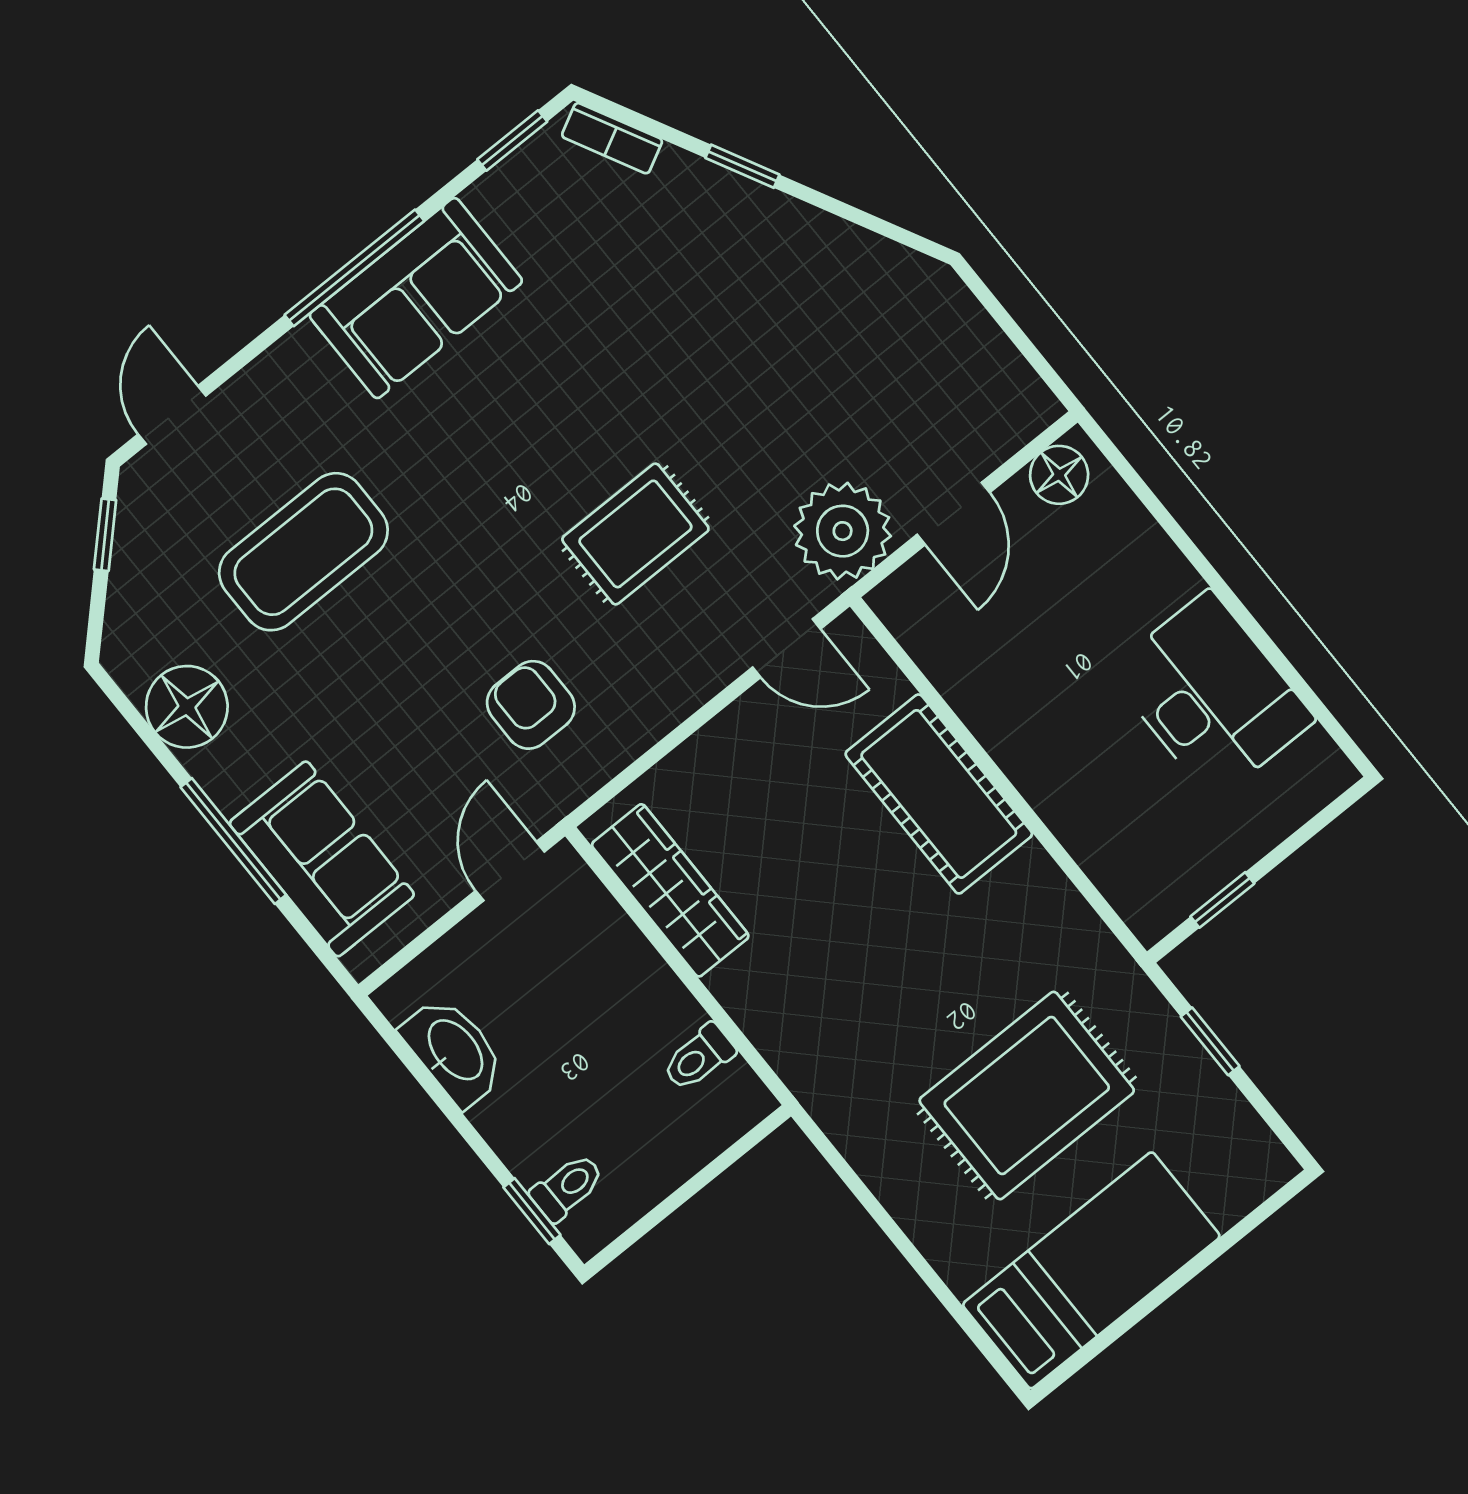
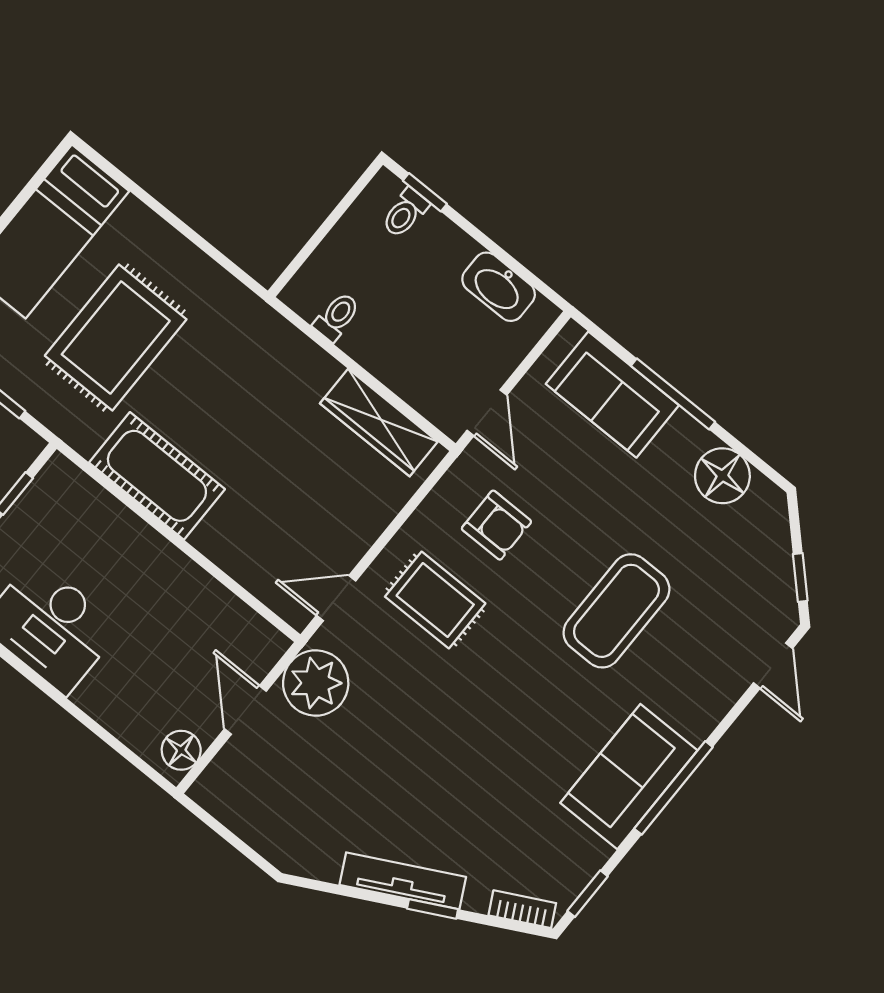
tv unit: (777, 216) -> (403, 881), added
rug: (635, 534) -> (435, 600), moved, turned 90
coffee table: (303, 552) -> (616, 611), moved
cot: (939, 794) -> (157, 476), moved

